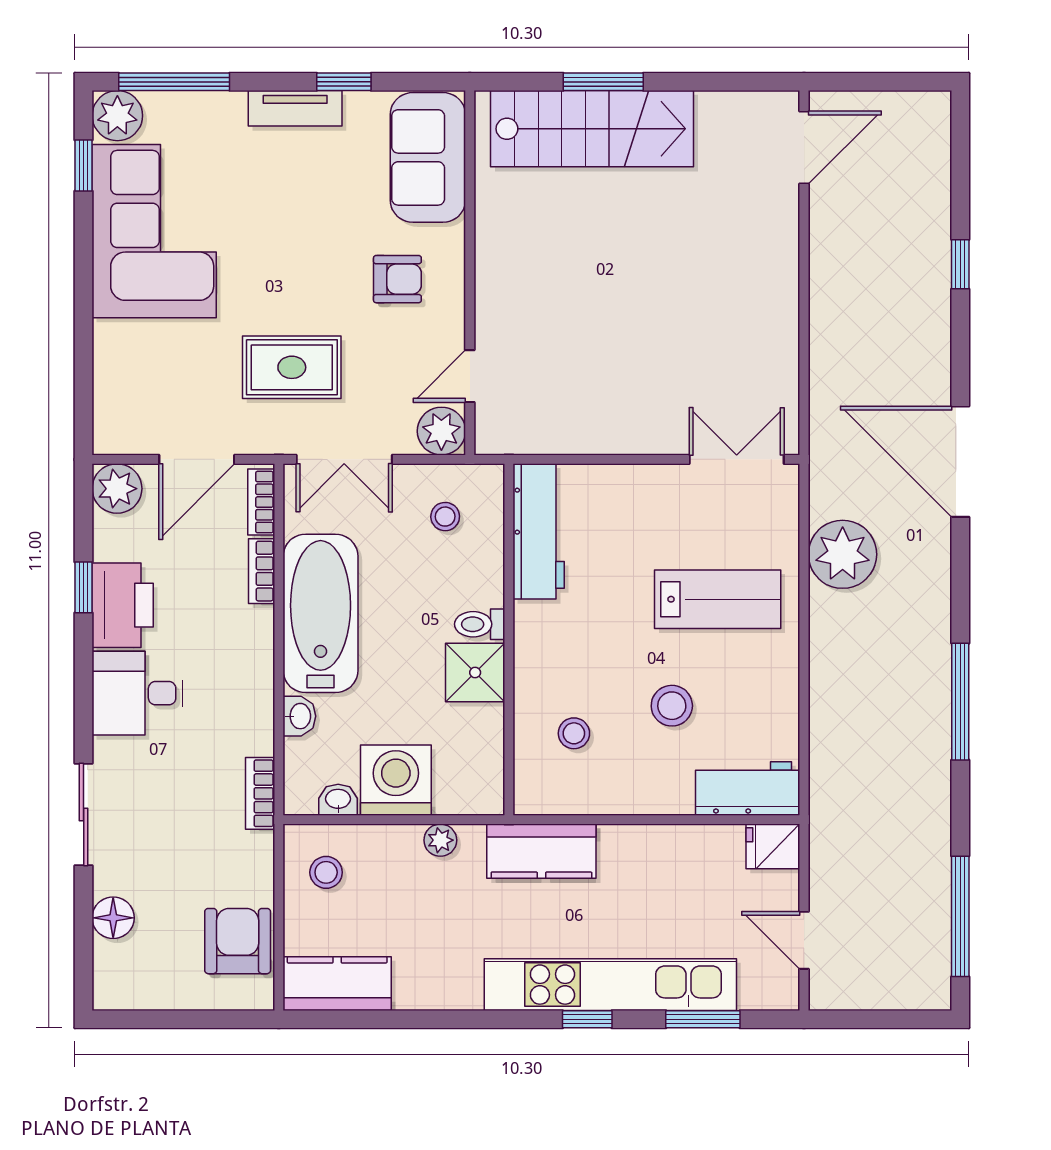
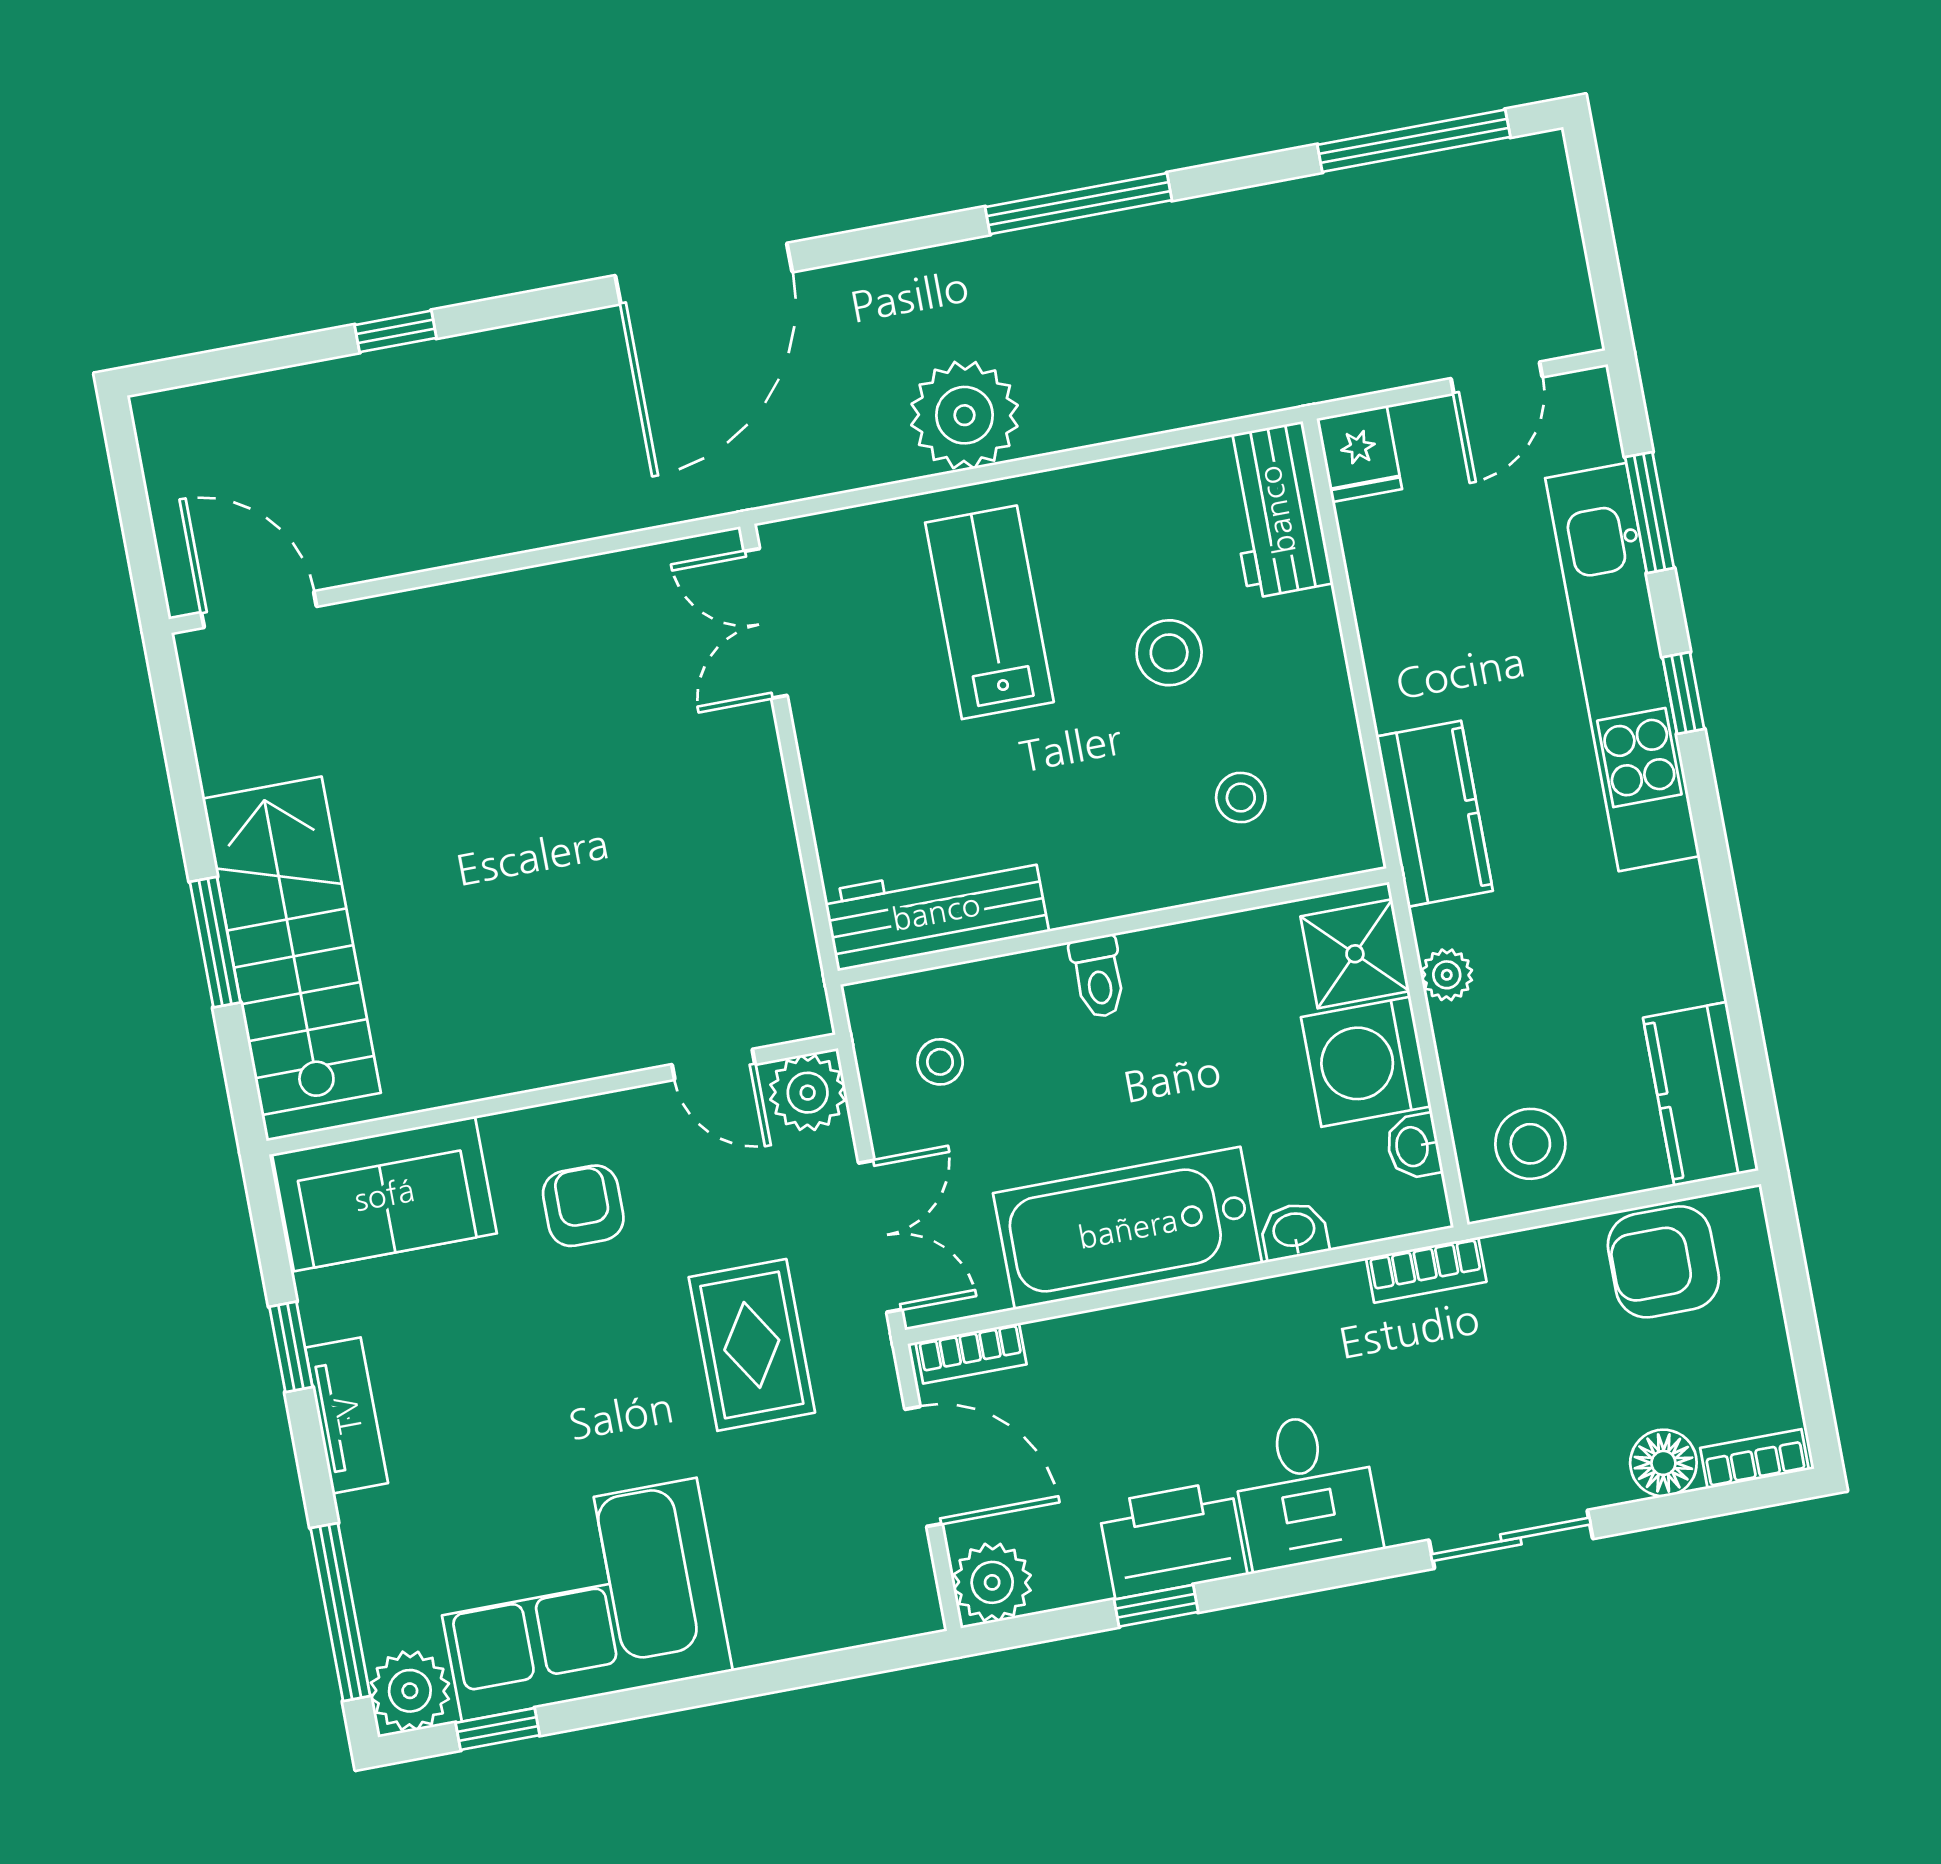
plant: (843, 554) -> (965, 415), moved
bookcase: (262, 571) -> (1755, 1459), moved, turned 180
shower: (475, 672) -> (1355, 954), moved
stool: (326, 872) -> (1530, 1144), width x1.37, depth x1.37

